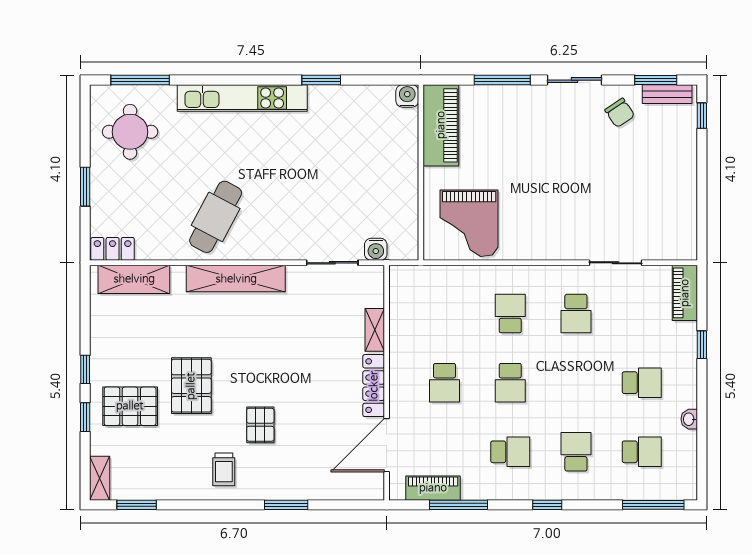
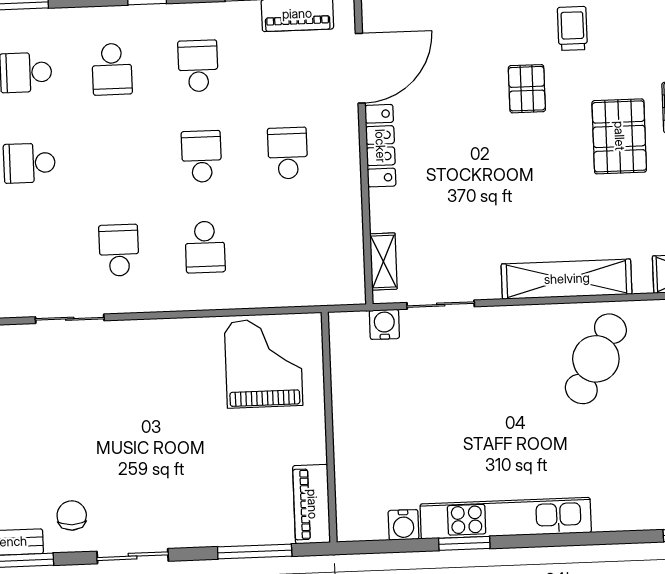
window: (502, 80) -> (255, 551), moved
water cooler: (407, 96) -> (403, 525), moved
kitchen unit: (242, 98) -> (506, 518), moved
chair: (620, 113) -> (72, 515), turned 34
piano: (441, 125) -> (312, 504), width x0.73, depth x0.75
shelving: (375, 330) -> (383, 261), moved
school desk: (510, 452) -> (198, 66), turned 90

